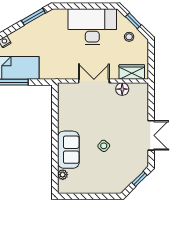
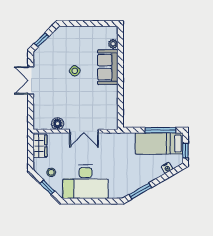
wardrobe: (132, 72) -> (40, 146), moved, turned -90

